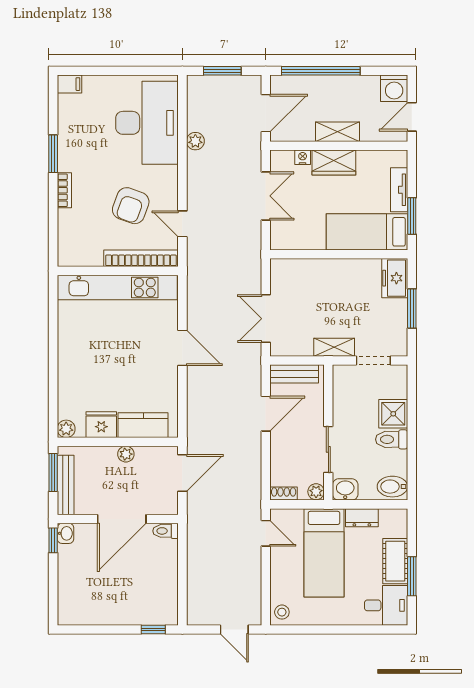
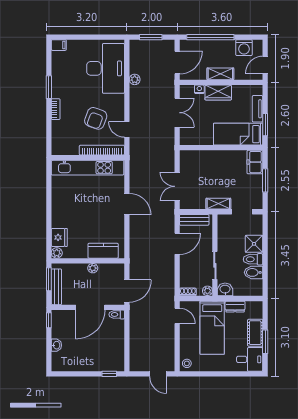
washing machine: (394, 88) -> (244, 48), moved
fridge: (101, 425) -> (59, 237), moved, turned 90
door: (182, 473) -> (127, 291), moved
bidet: (392, 487) -> (253, 272), moved
washbasin: (65, 533) -> (56, 345), moved

